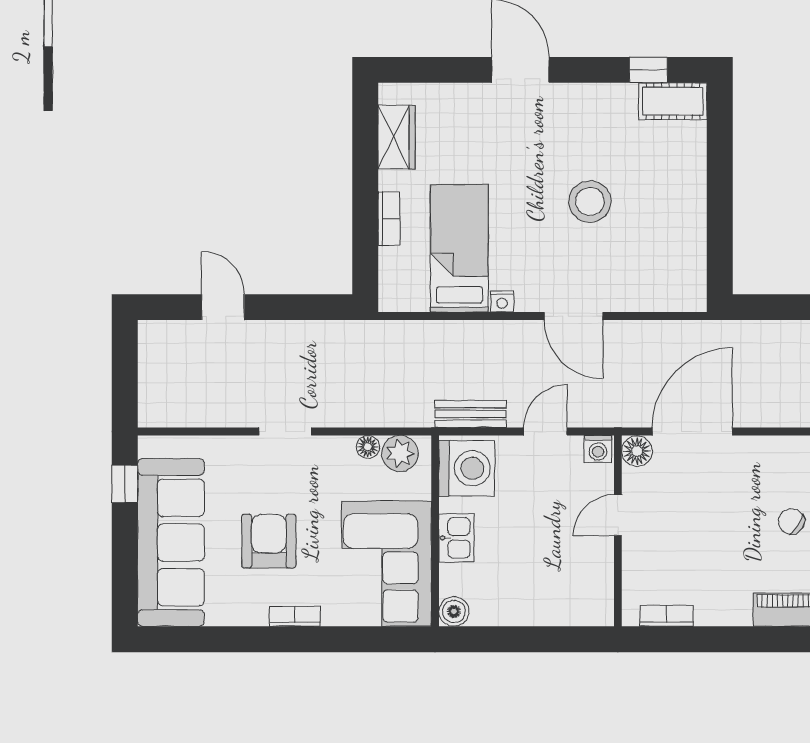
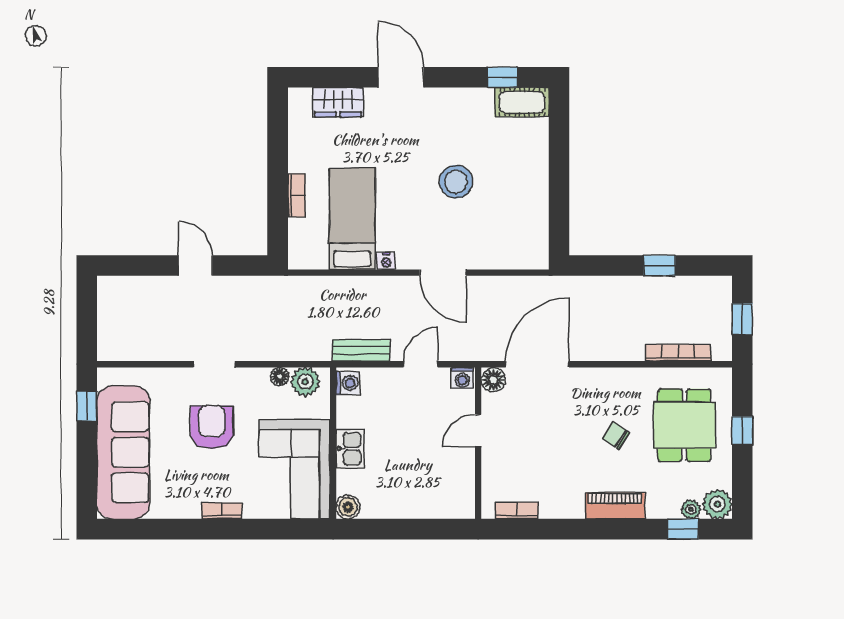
wardrobe: (397, 137) -> (338, 102), moved, turned 90
door: (223, 307) -> (195, 265), moved
washing machine: (467, 468) -> (348, 383), width x0.53, depth x0.53
armchair: (269, 541) -> (212, 427), moved

